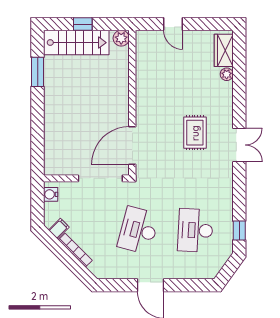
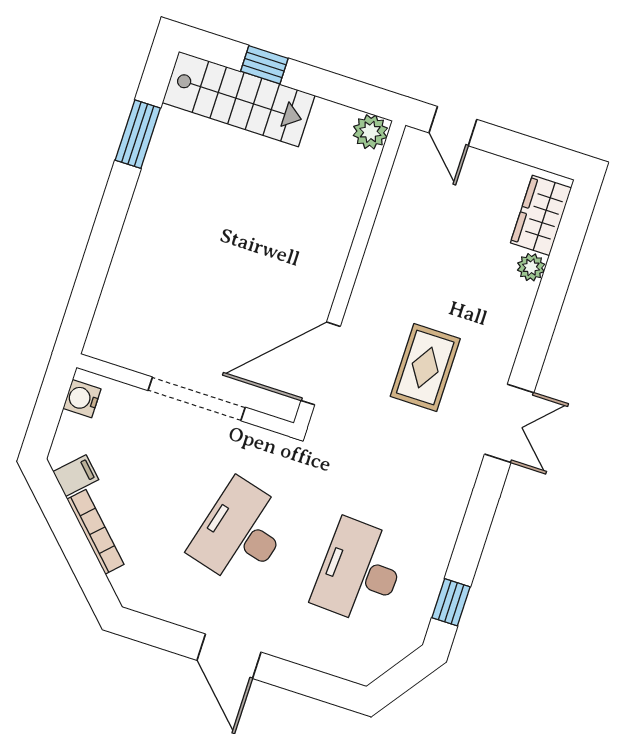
plant: (121, 38) -> (370, 132), moved
wall: (132, 103) -> (350, 274), moved
door: (132, 146) -> (321, 363), moved

